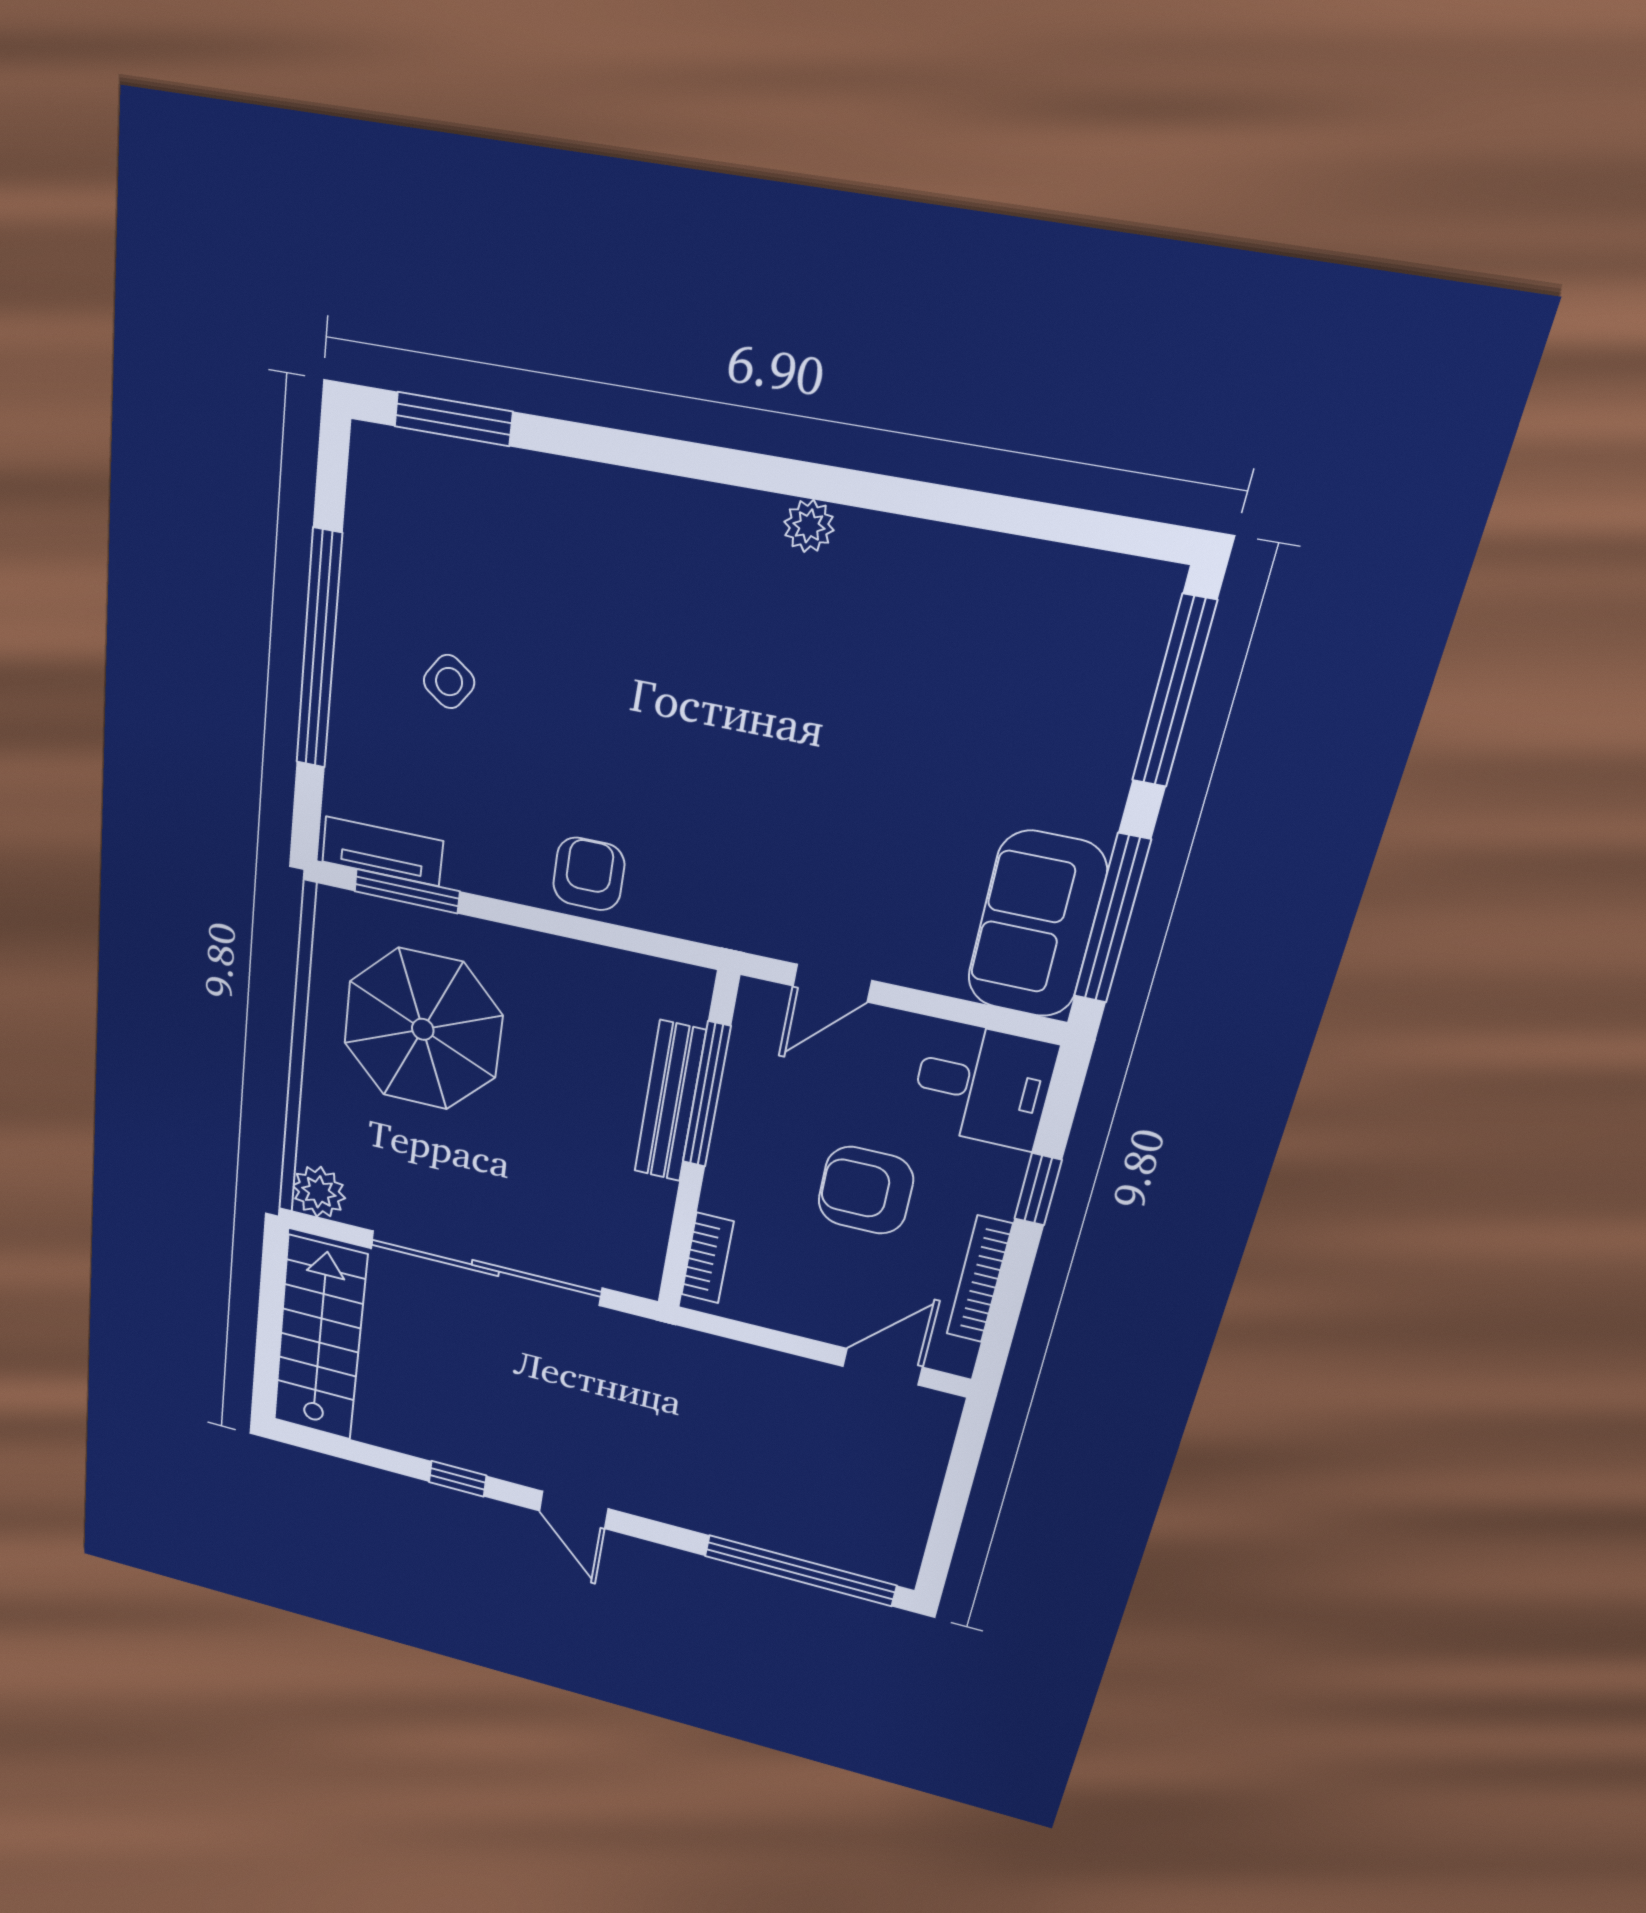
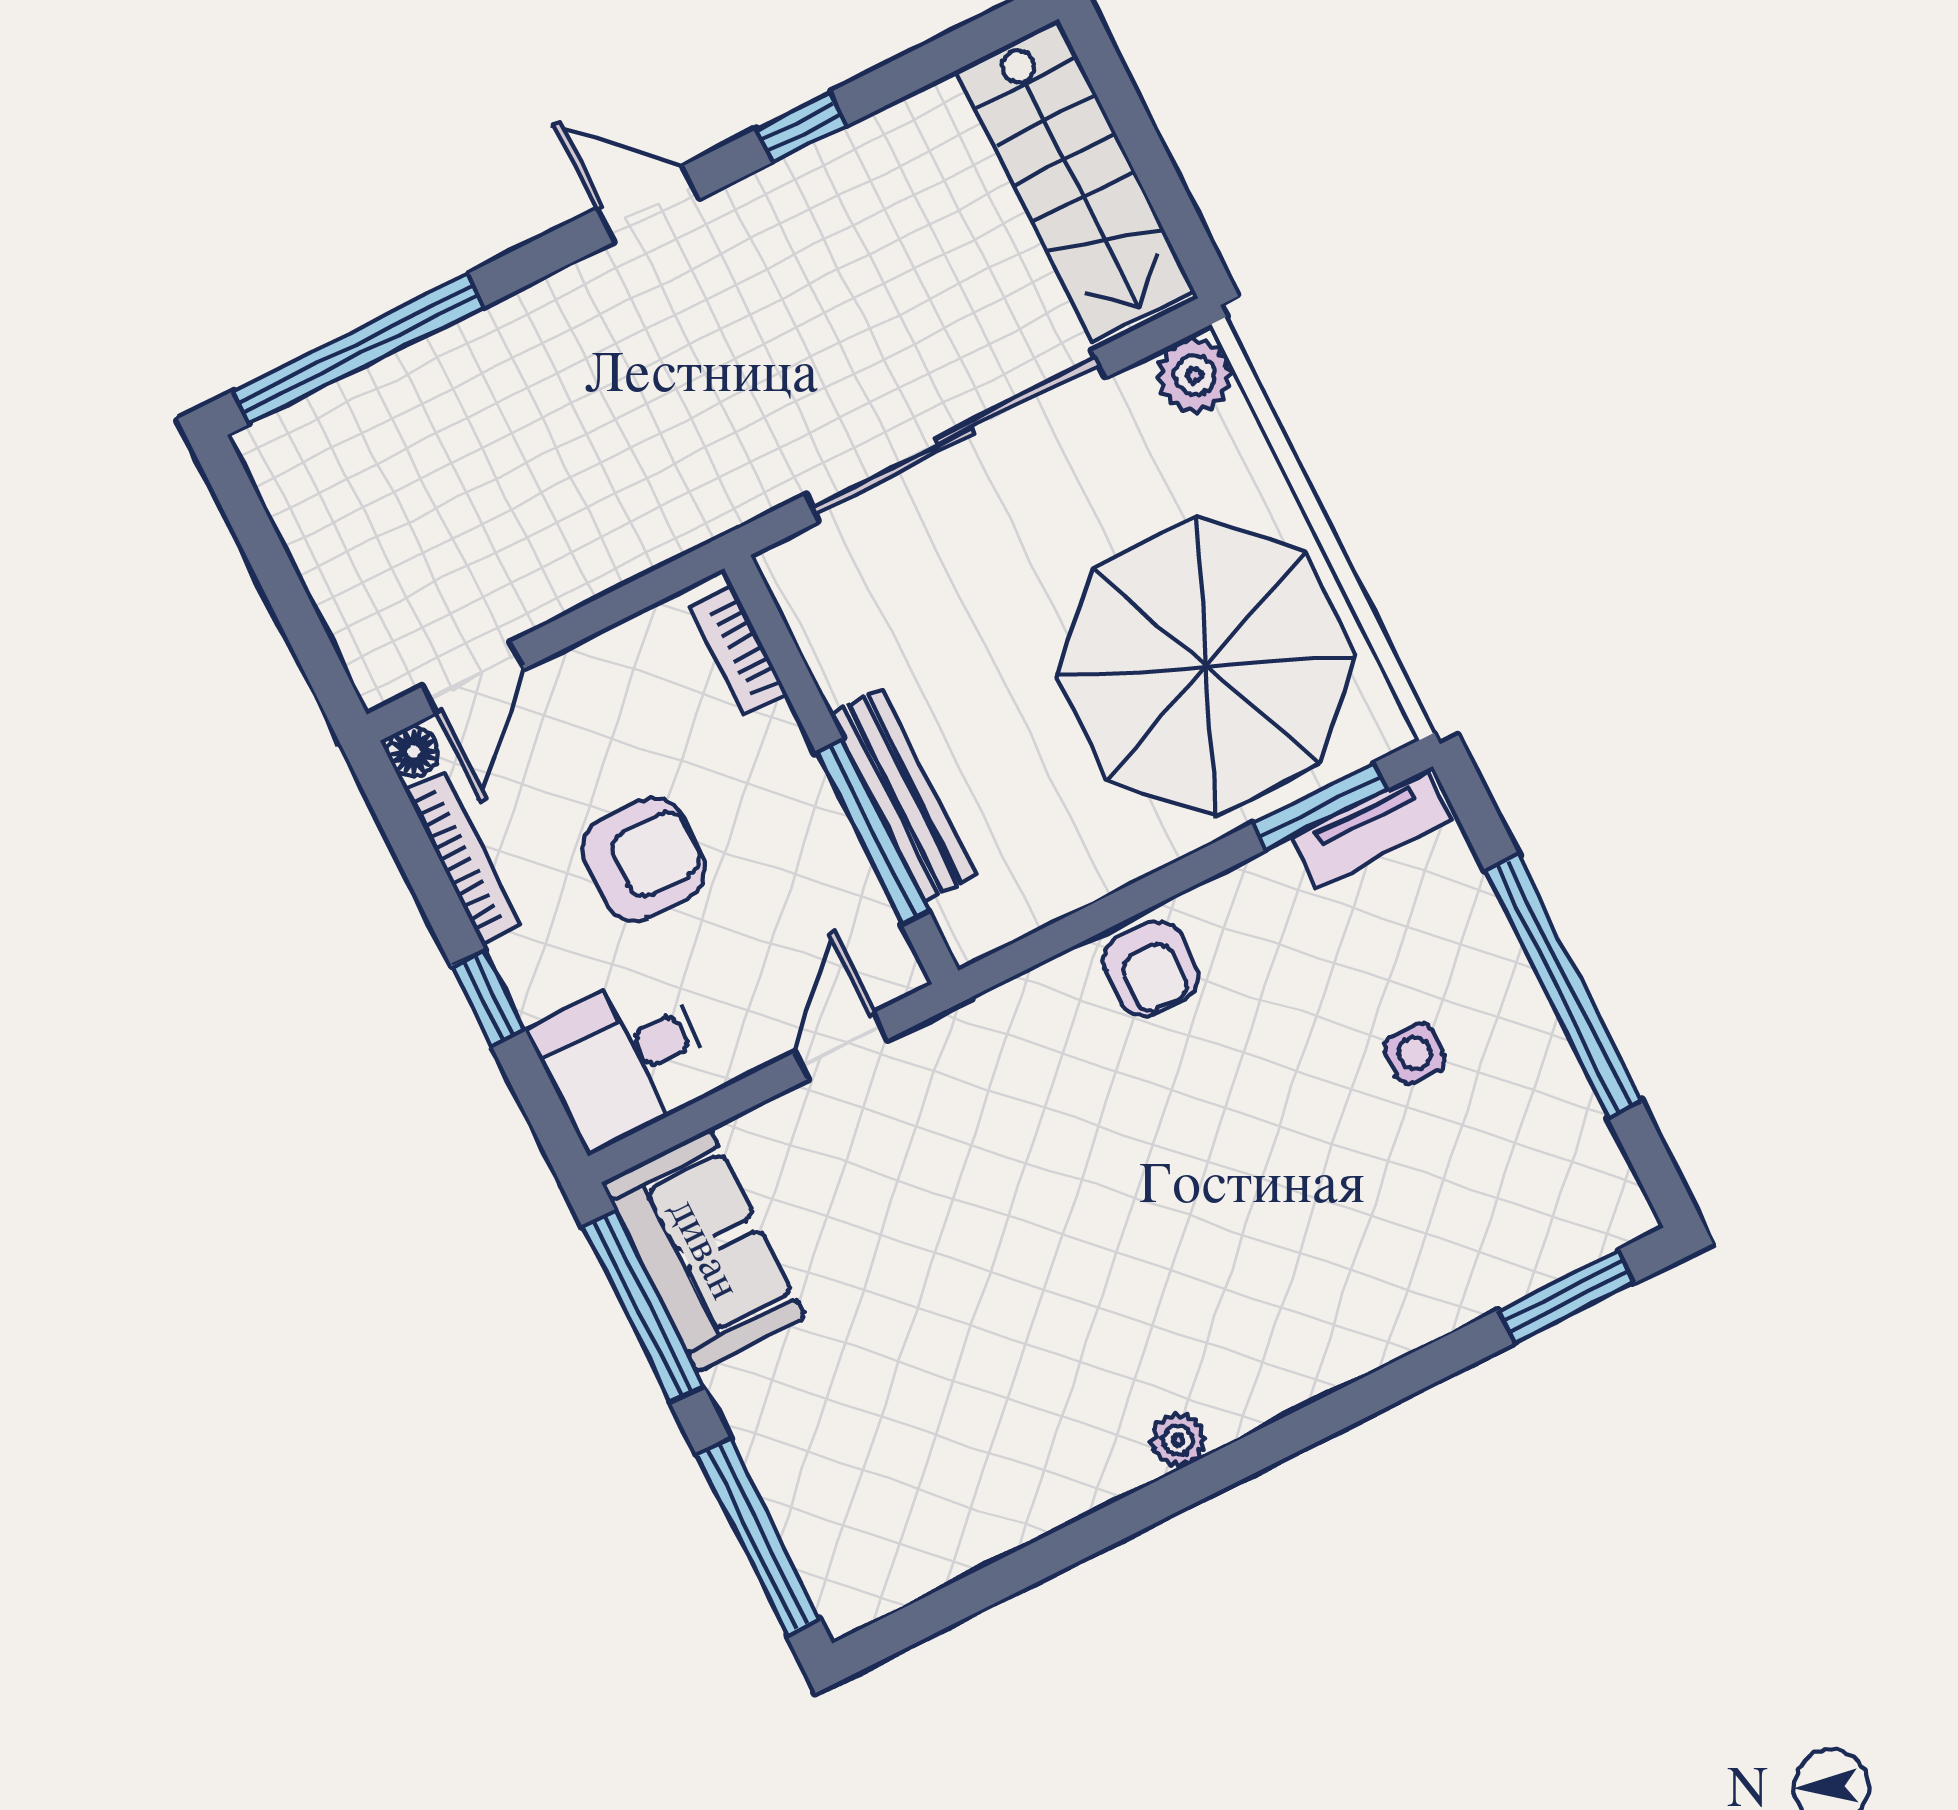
side table: (449, 682) -> (1414, 1053), turned -35
parasol: (423, 1029) -> (1206, 666), width x1.36, depth x1.36
floor lamp: (956, 1357) -> (413, 752), added

